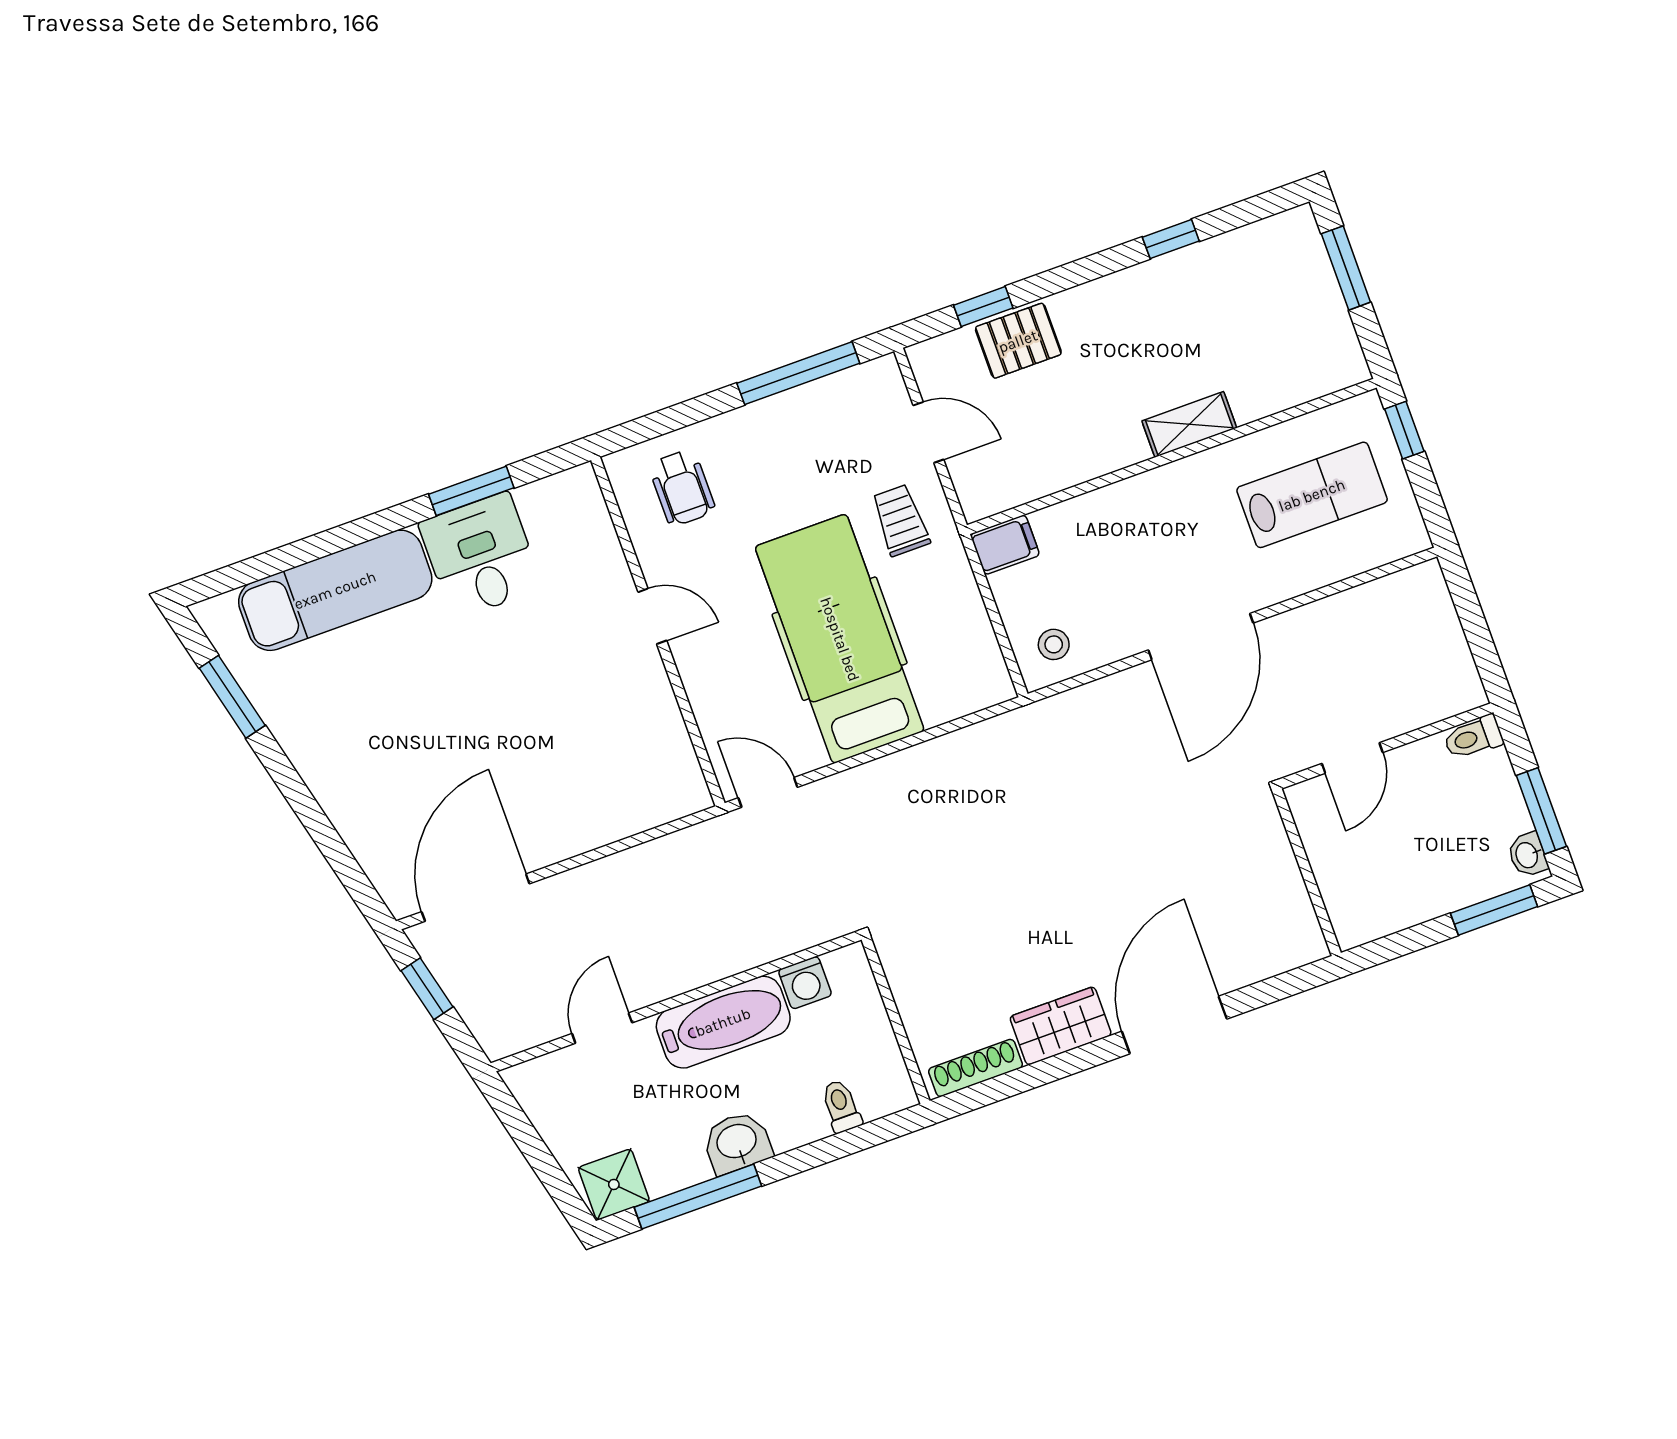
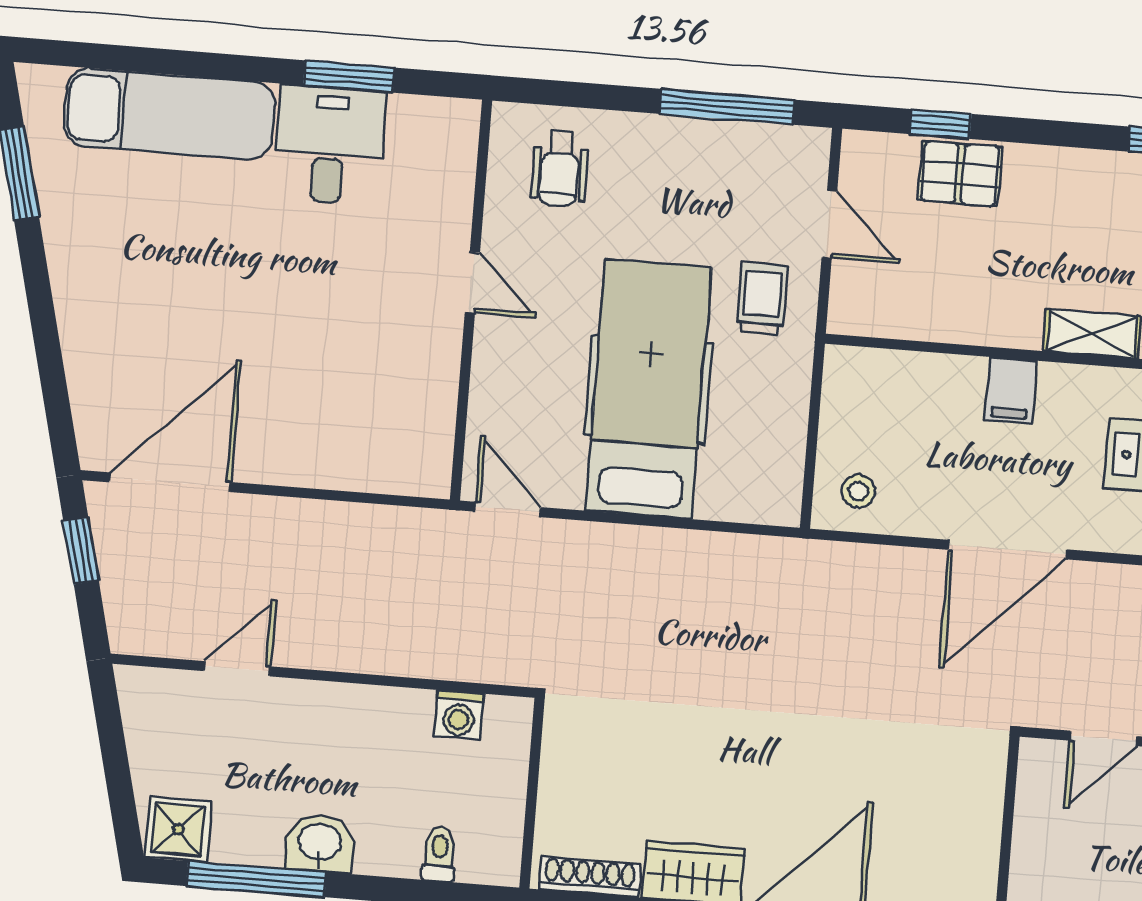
filing cabinet: (1005, 545) -> (1011, 391), moved, turned 90
bathtub: (723, 1022) -> (360, 717), removed

